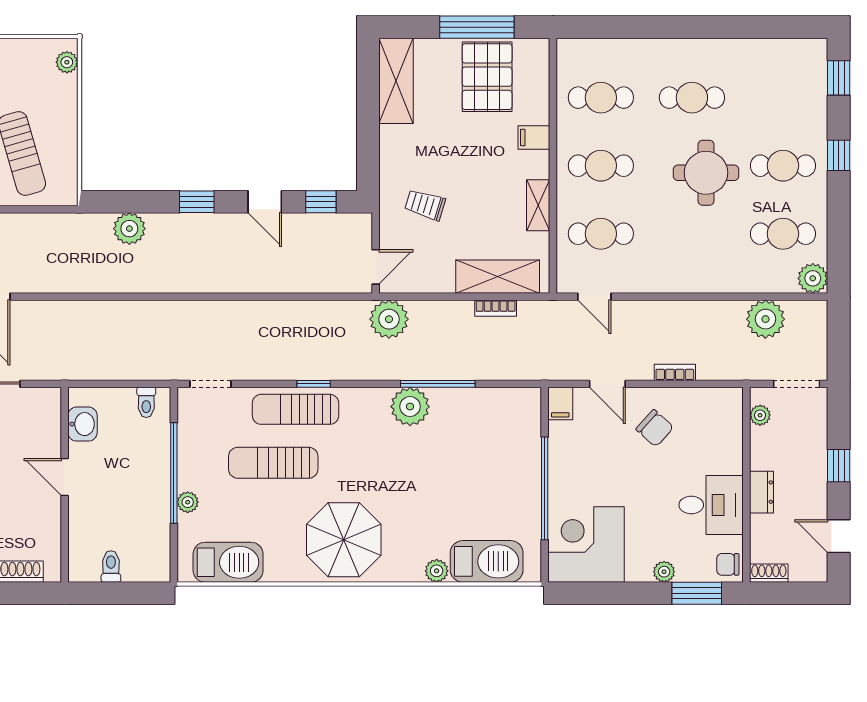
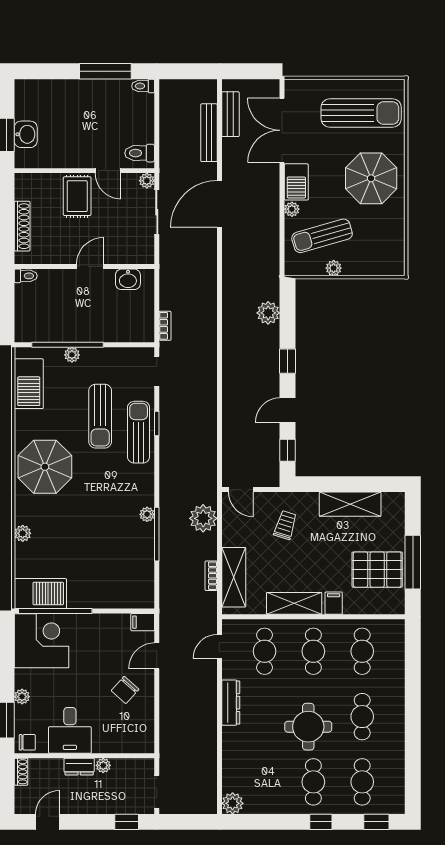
plant: (67, 62) -> (334, 268), moved
shelving: (396, 81) -> (350, 504), moved
shelving: (538, 205) -> (294, 603), width x1.50, depth x1.33
cafe table: (783, 234) -> (362, 782), moved
dresser: (672, 281) -> (231, 703), added
plant: (389, 319) -> (203, 518), moved
plant: (765, 319) -> (203, 769), removed
bookcase: (675, 372) -> (165, 326), moved
window: (314, 384) -> (157, 423), moved
toilet: (146, 402) -> (144, 325), removed
plant: (410, 407) -> (147, 514), width x0.53, depth x0.53
plant: (760, 415) -> (103, 765), moved
sun lounger: (273, 463) -> (100, 416), turned 180
window: (839, 466) -> (127, 822), moved
window: (174, 473) -> (67, 345), moved
window: (545, 488) -> (55, 611), moved
barbecue: (487, 561) -> (40, 594), moved, turned -90
chair: (728, 564) -> (27, 742), turned 90
toilet: (111, 567) -> (26, 276), moved

